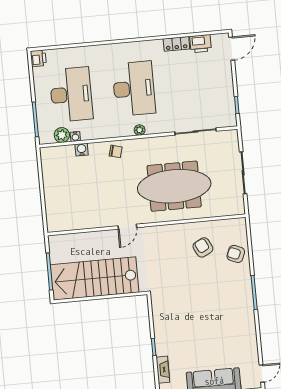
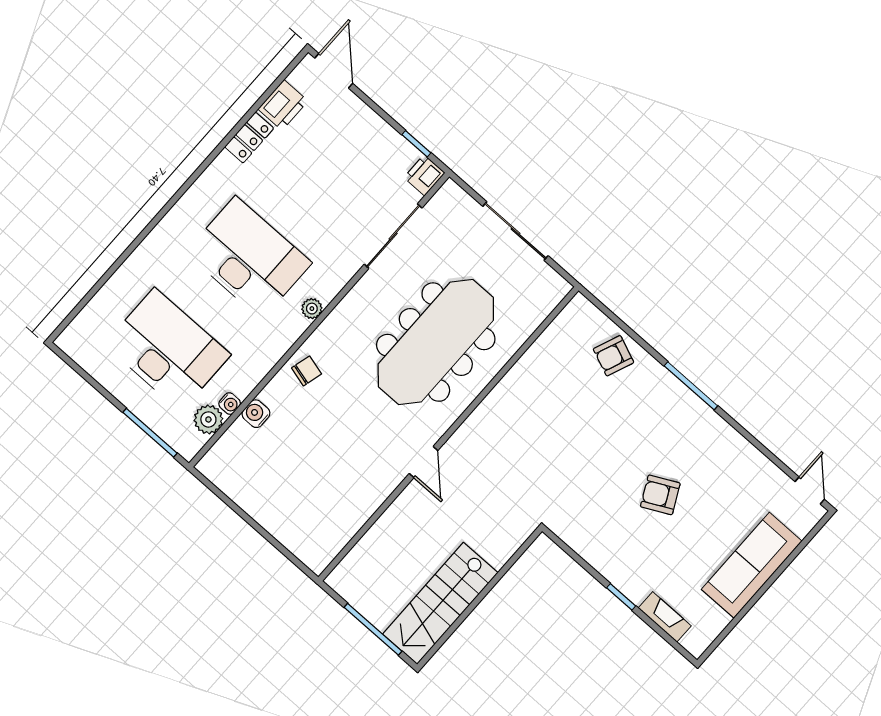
printer: (38, 58) -> (424, 175), moved, turned -90
armchair: (203, 247) -> (660, 495), moved
stairs: (95, 279) -> (440, 603), width x0.73, depth x0.66

